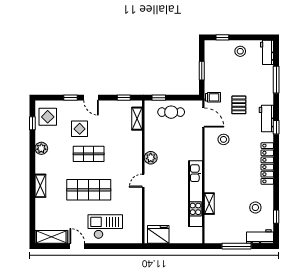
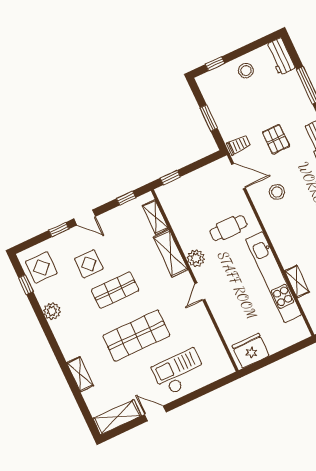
cafe table: (171, 112) -> (228, 228), moved
shelving: (136, 147) -> (171, 253), added
shelving: (40, 186) -> (80, 374), moved

